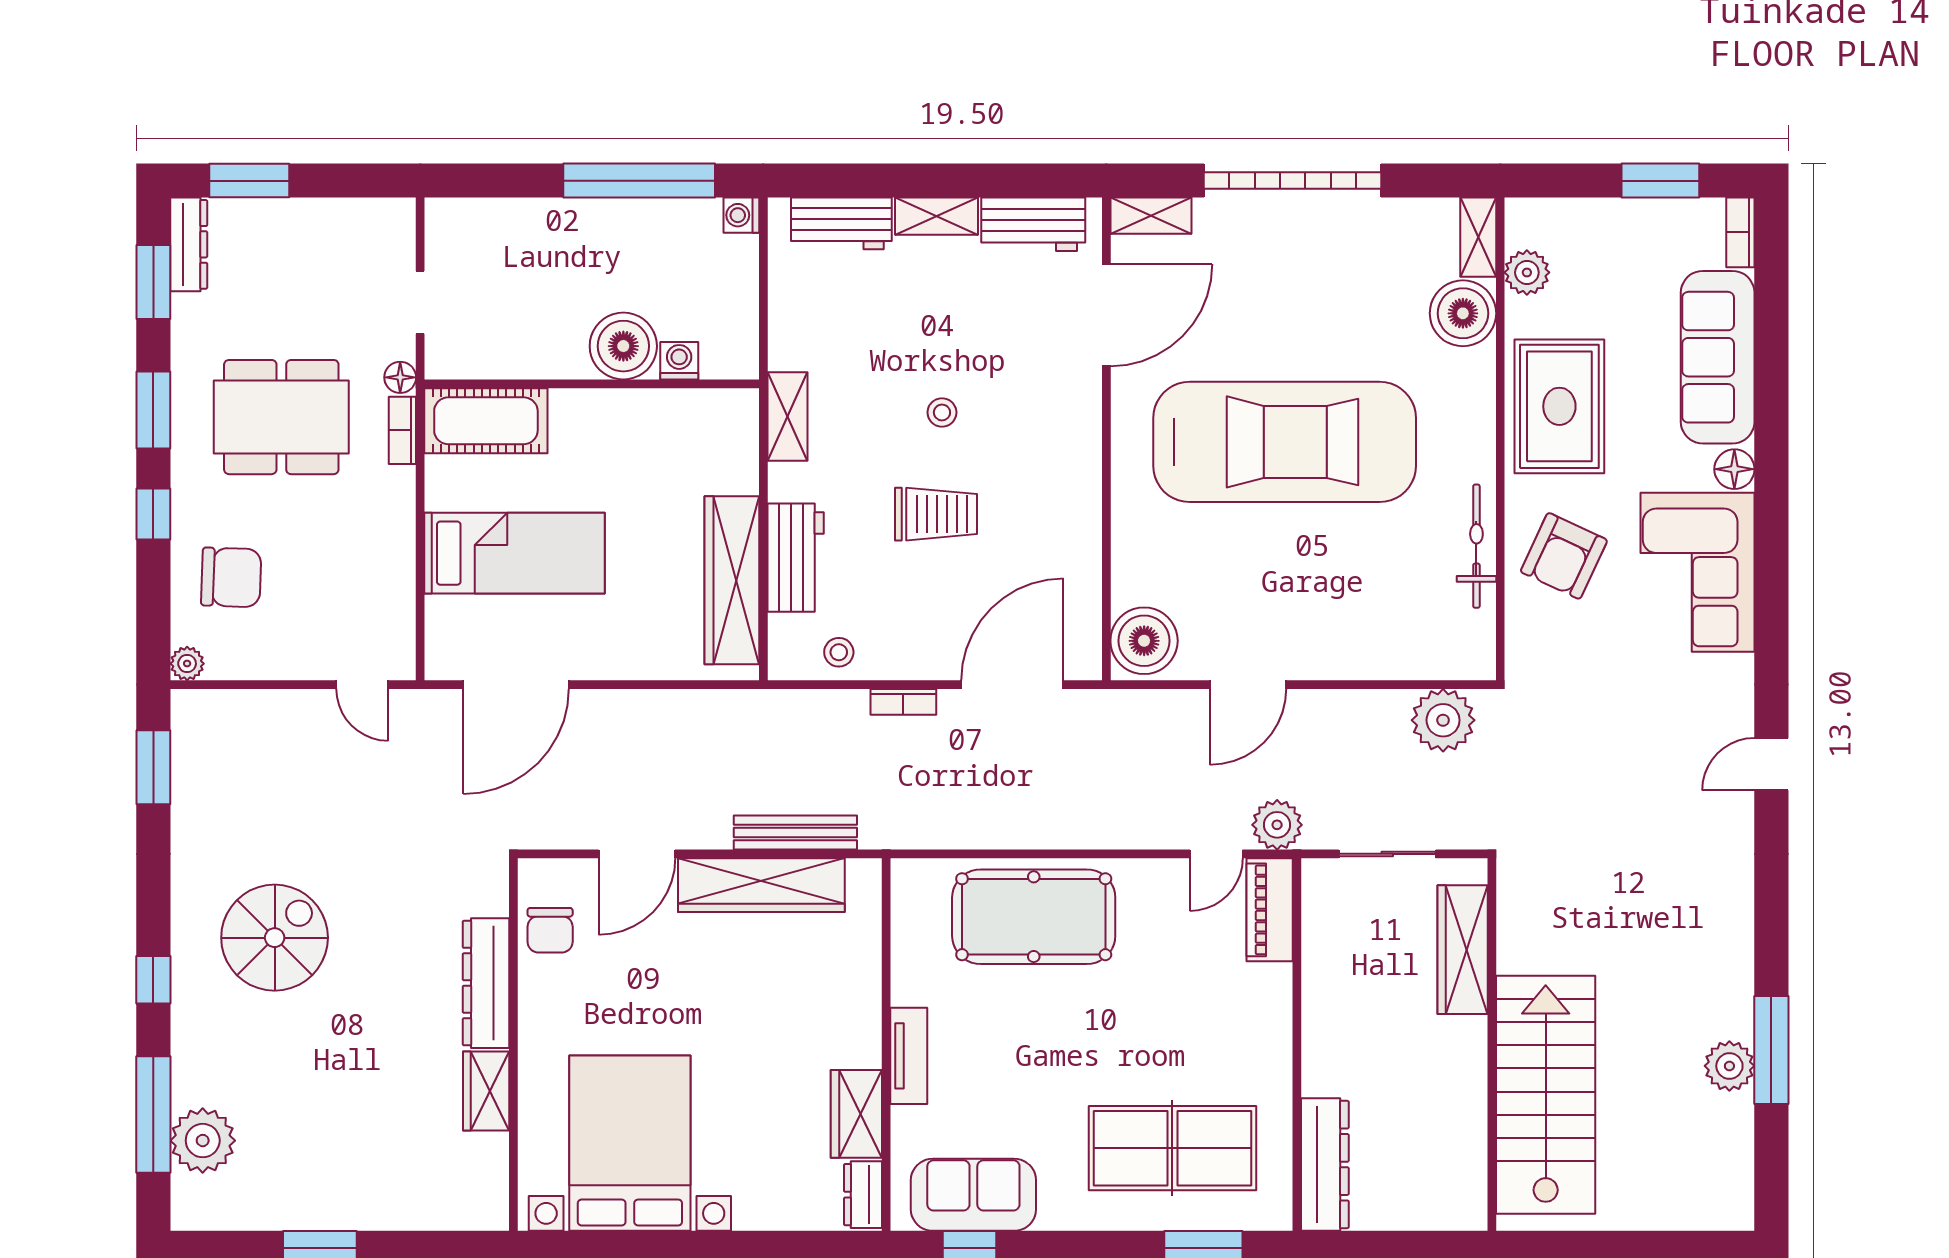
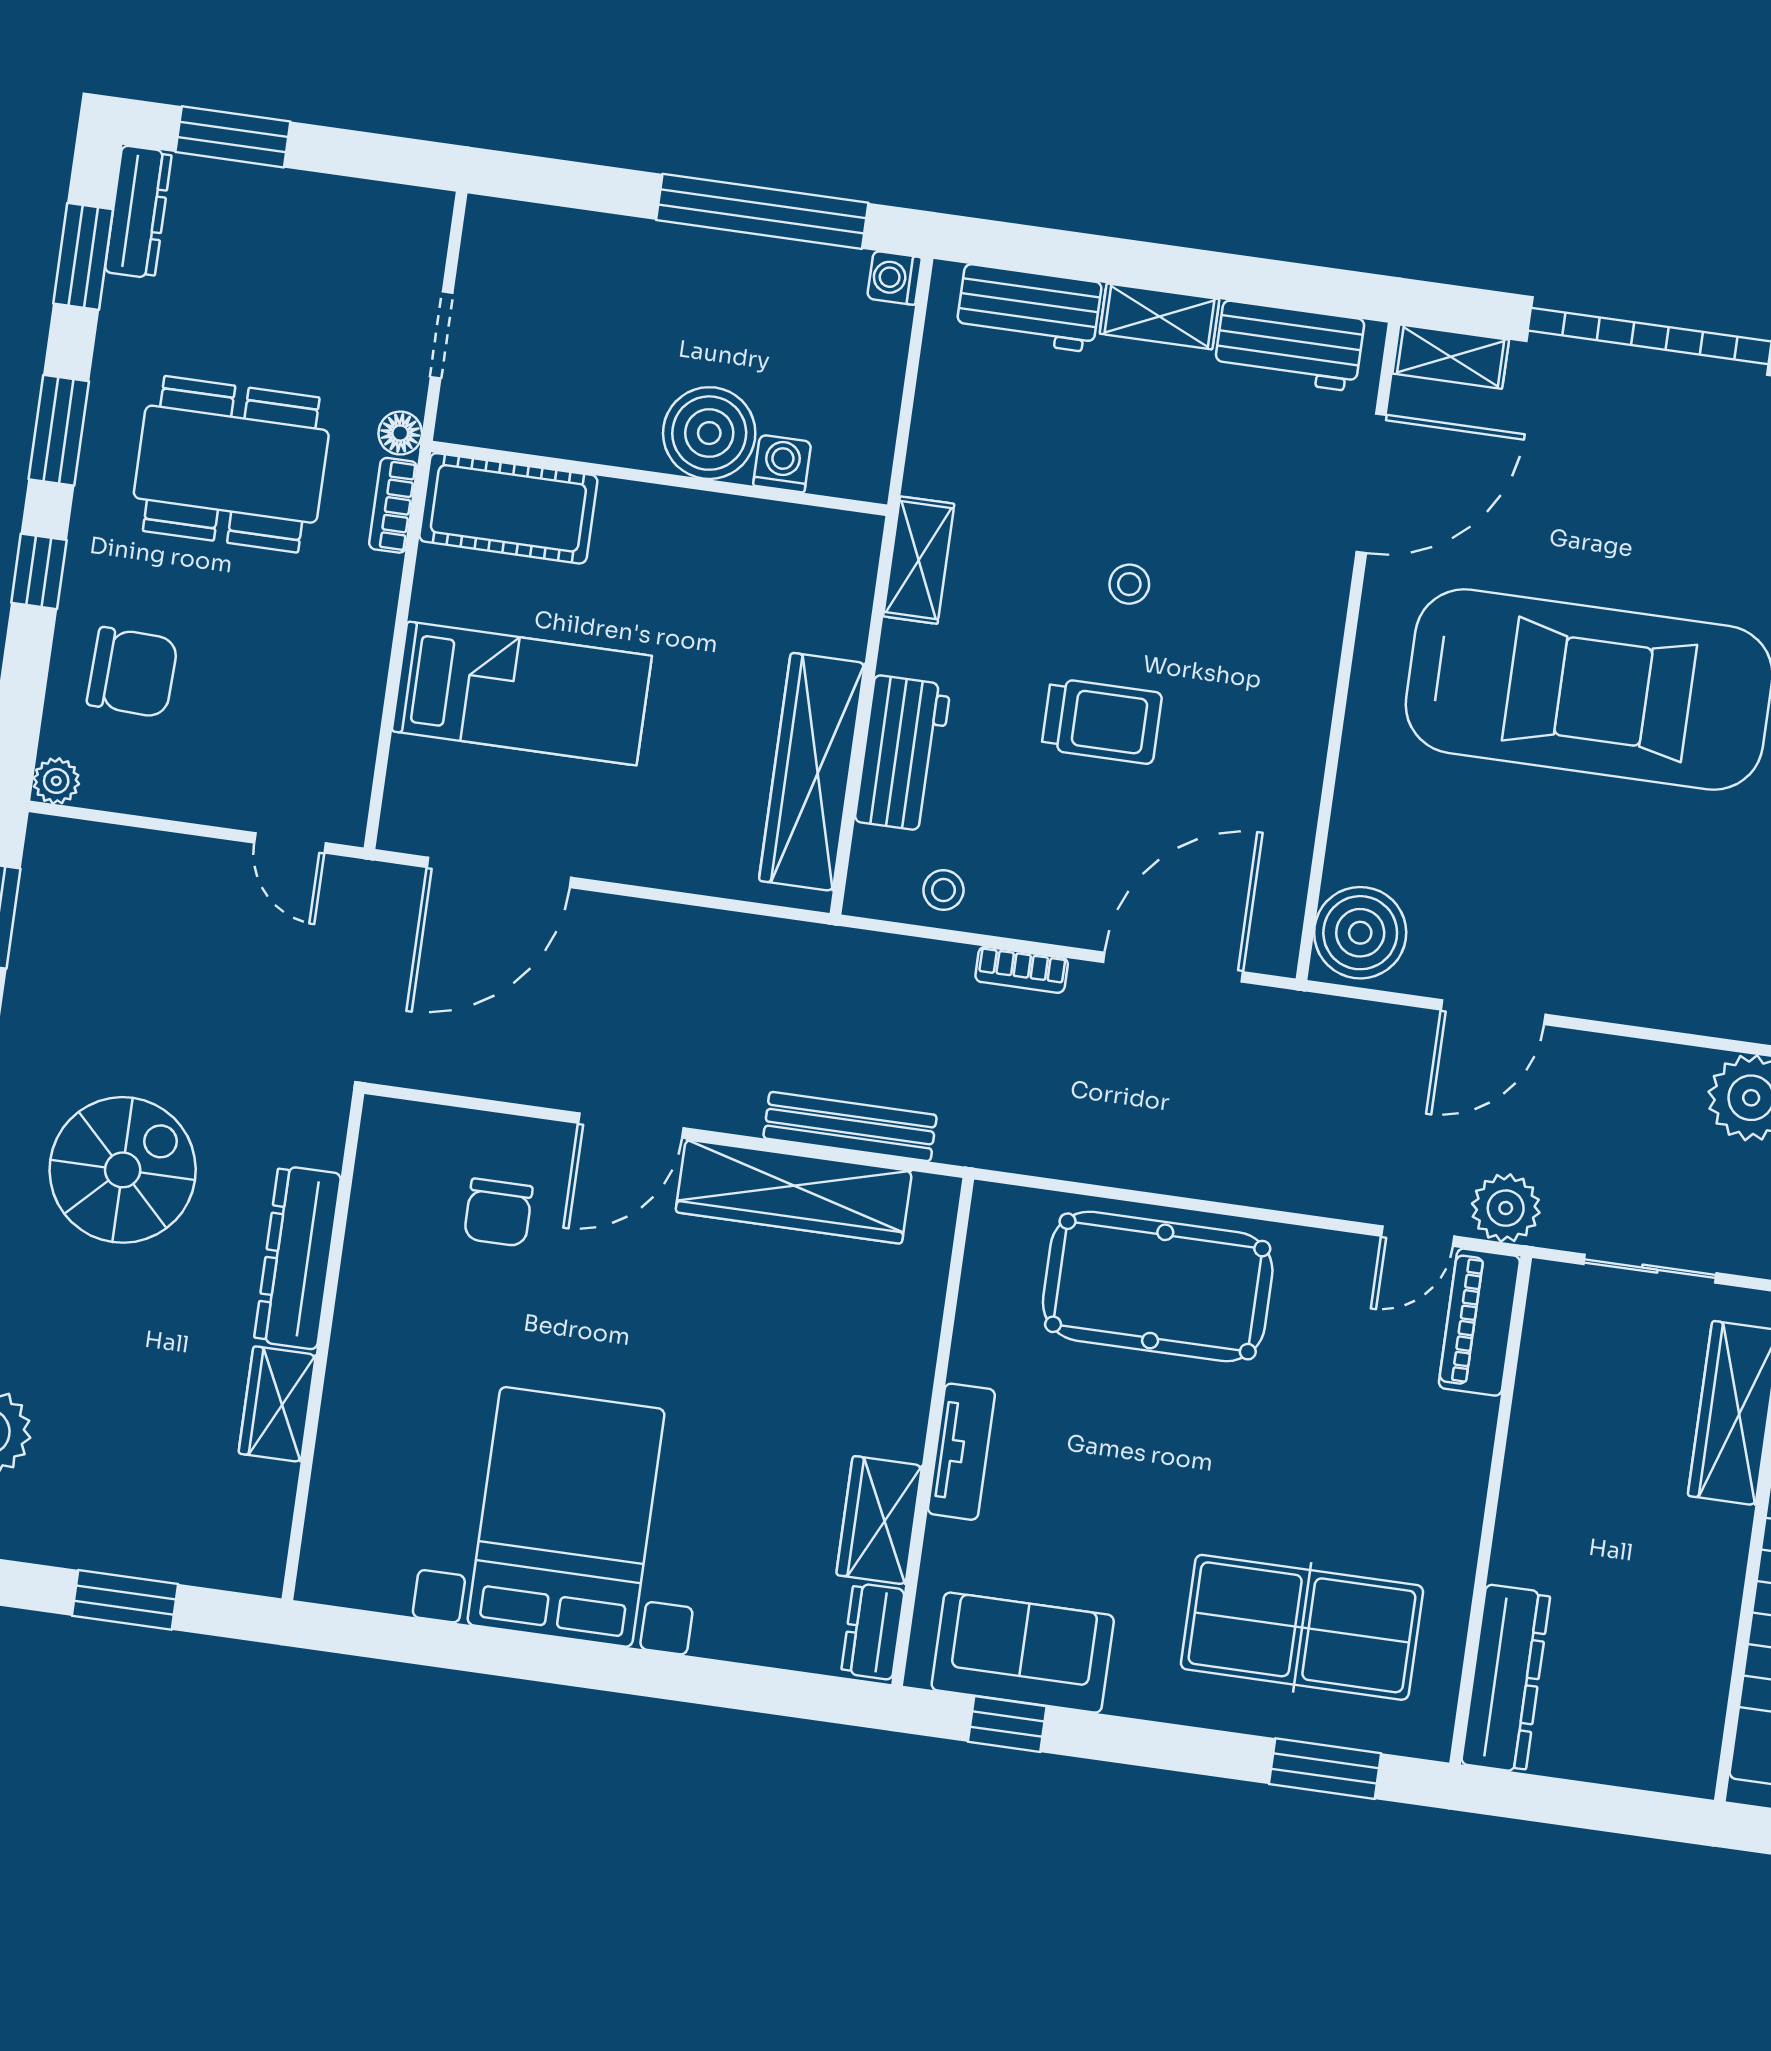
dresser: (486, 983) -> (298, 1257), moved
wall: (513, 1045) -> (323, 1346), moved
wardrobe: (486, 1091) -> (277, 1404), moved

